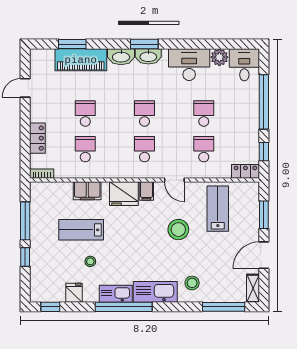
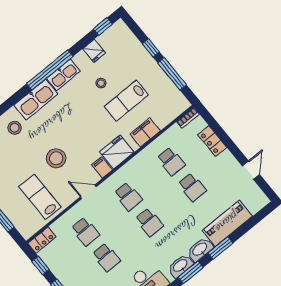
window: (72, 44) -> (220, 248), moved
lab bench: (218, 209) -> (40, 197), turned 180
lab bench: (81, 230) -> (126, 101), turned 180

